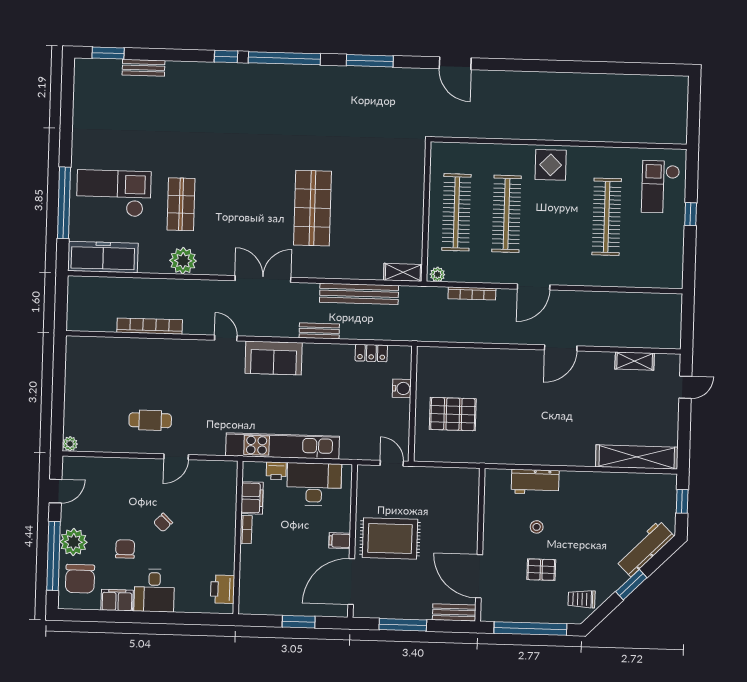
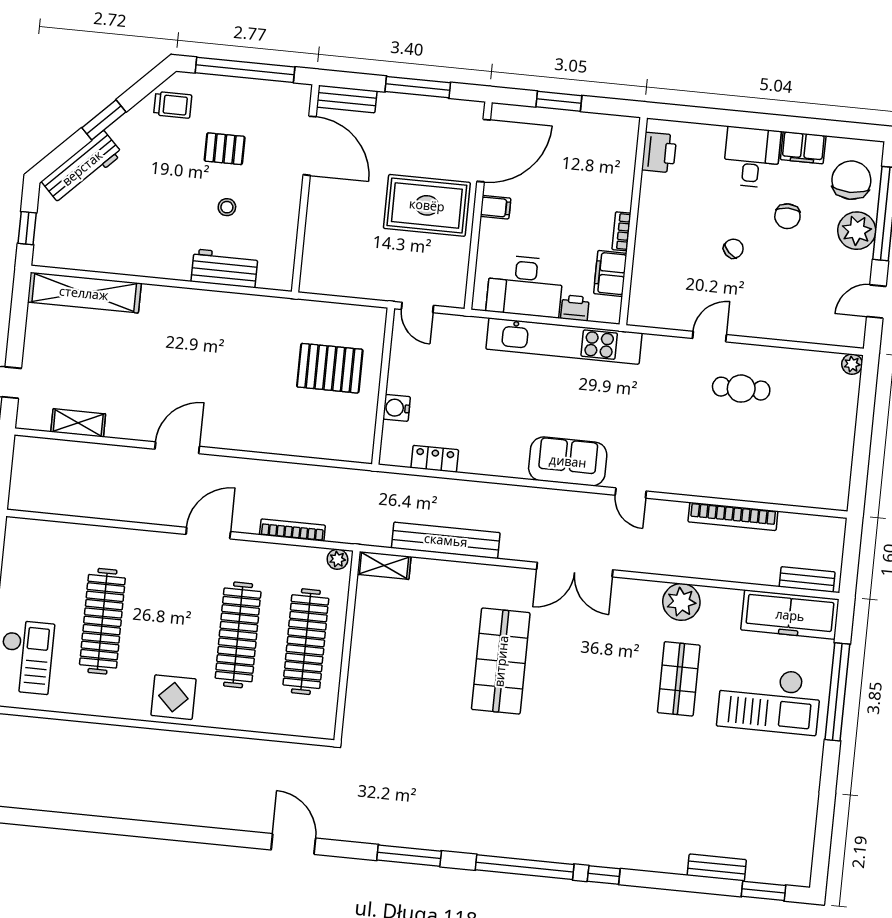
bench: (319, 331) -> (807, 579), moved

